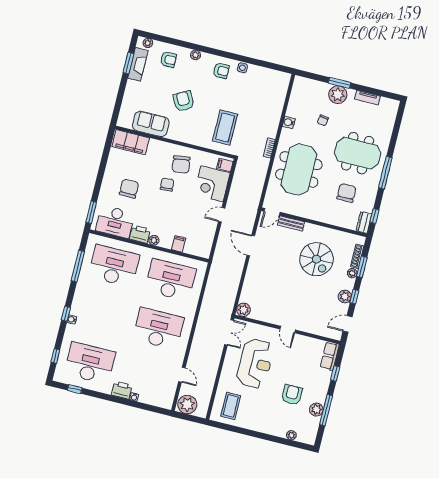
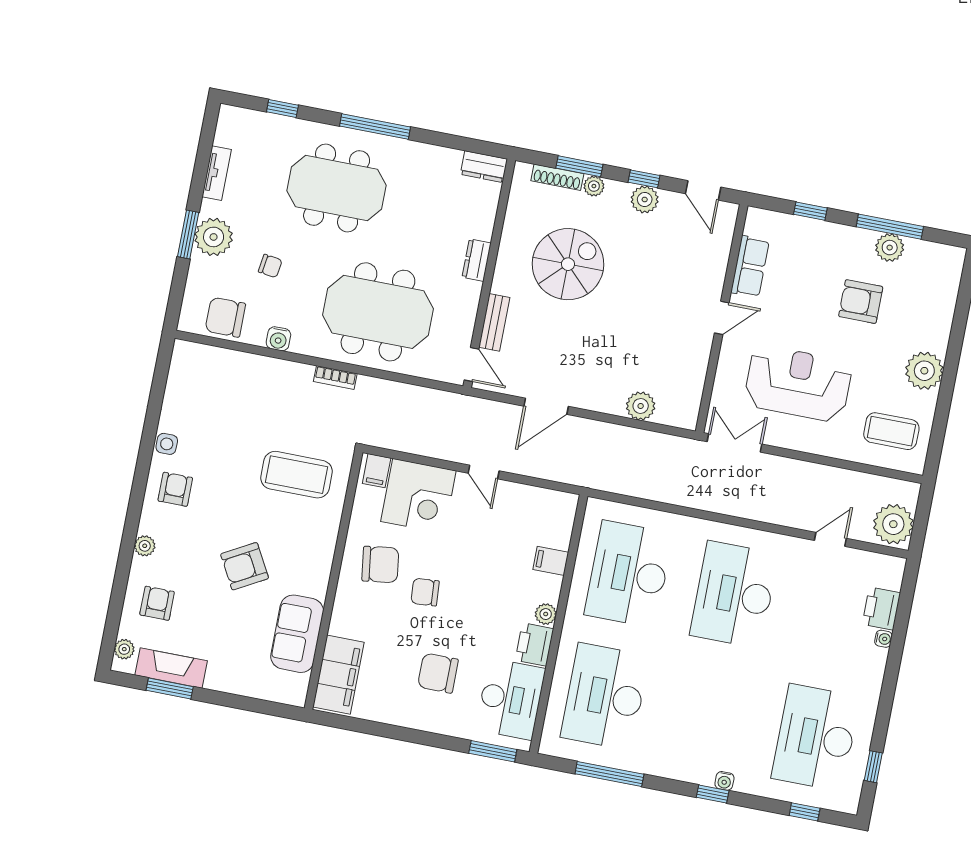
meeting table: (358, 153) -> (337, 188), turned 90
chair: (347, 193) -> (225, 317), moved
window: (374, 216) -> (282, 109), moved
dresser: (321, 217) -> (477, 260), added
plant: (244, 310) -> (641, 406), moved
row of seats: (330, 356) -> (750, 267), moved, turned -90
printer: (122, 390) -> (881, 608), moved
plant: (291, 435) -> (924, 371), moved, width x1.88, depth x1.88

